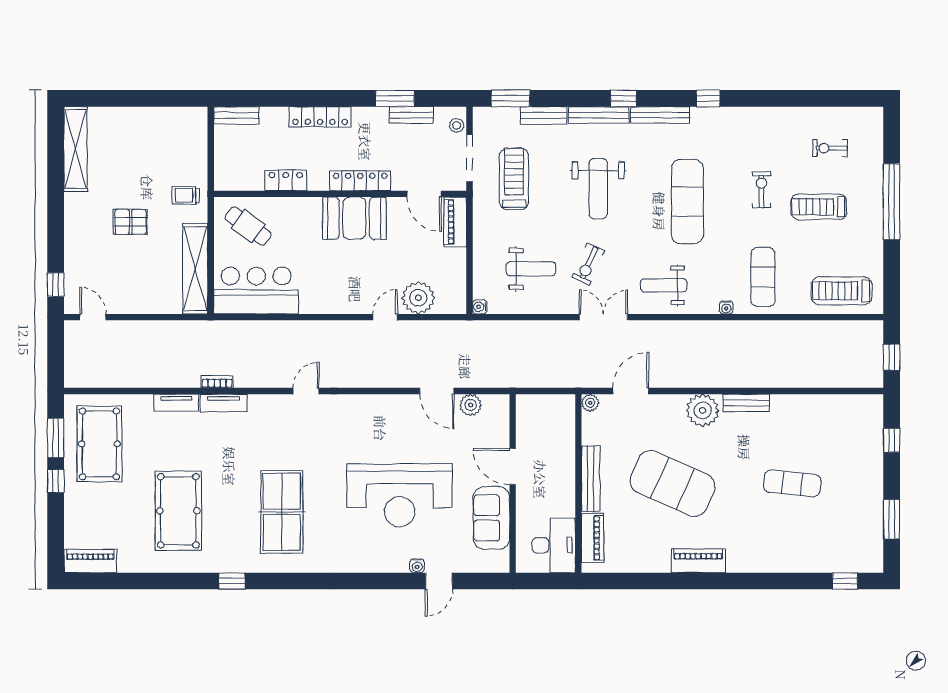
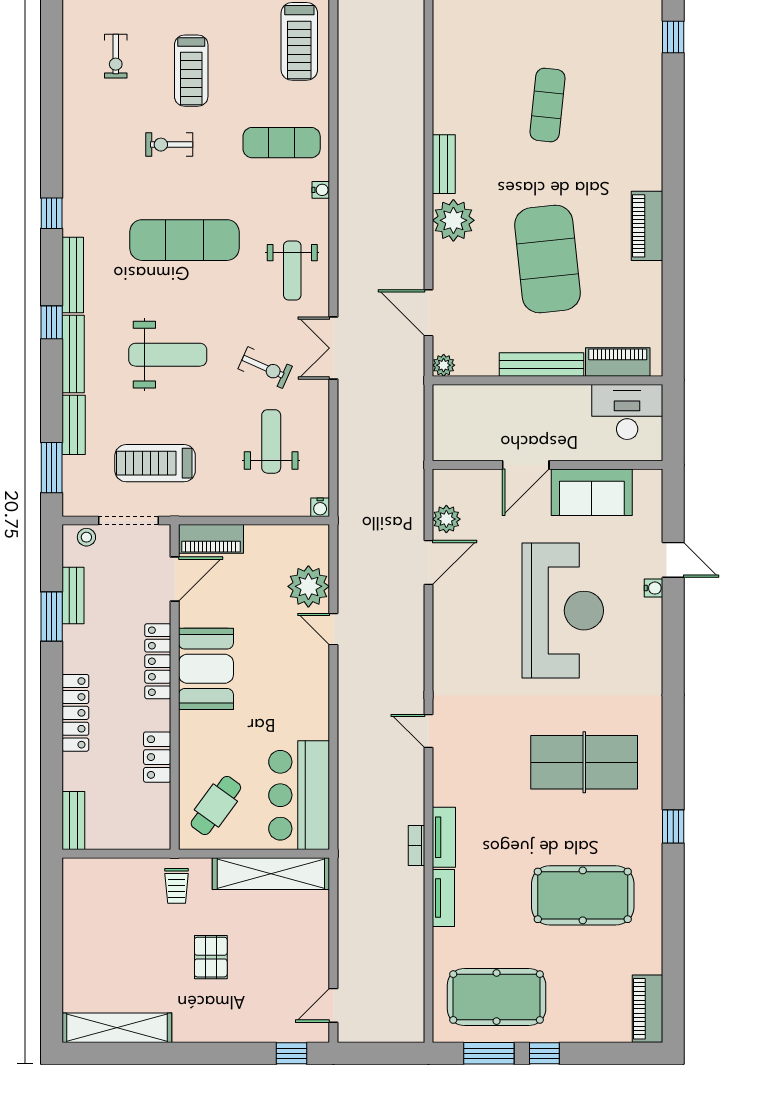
exercise mat: (673, 483) -> (547, 259), turned -30

